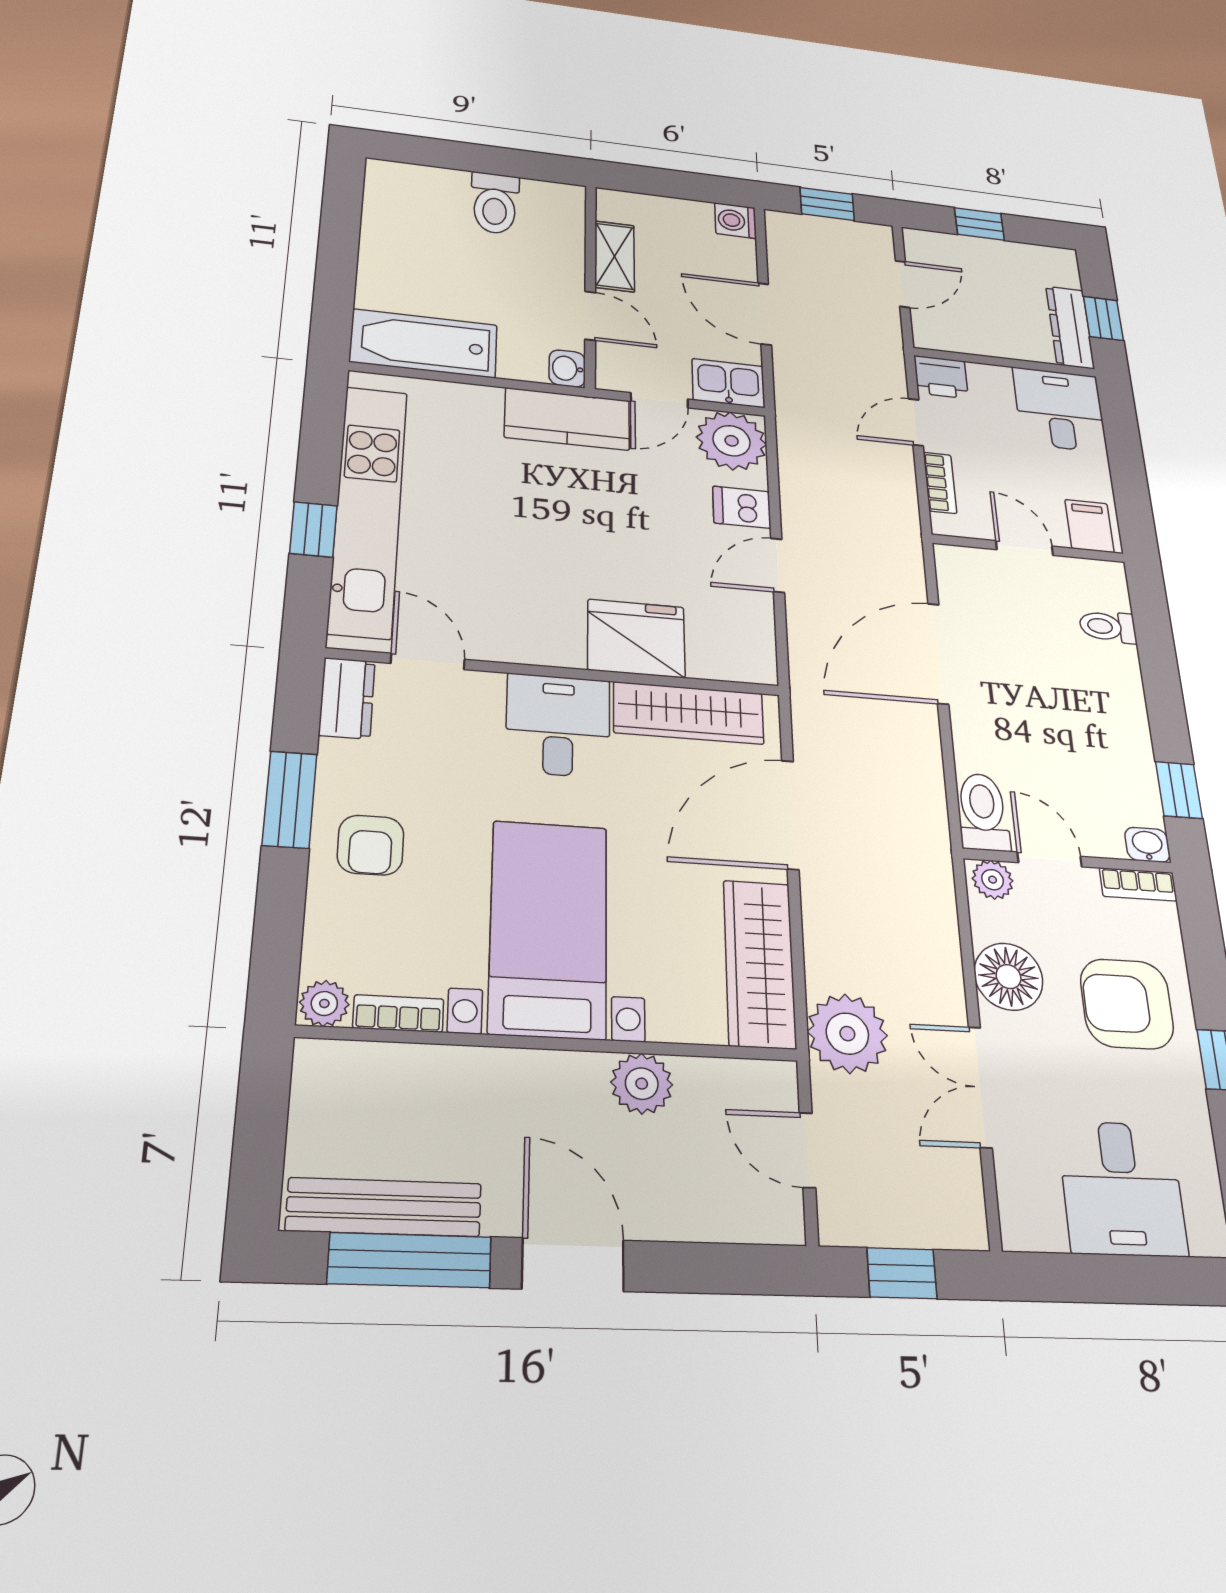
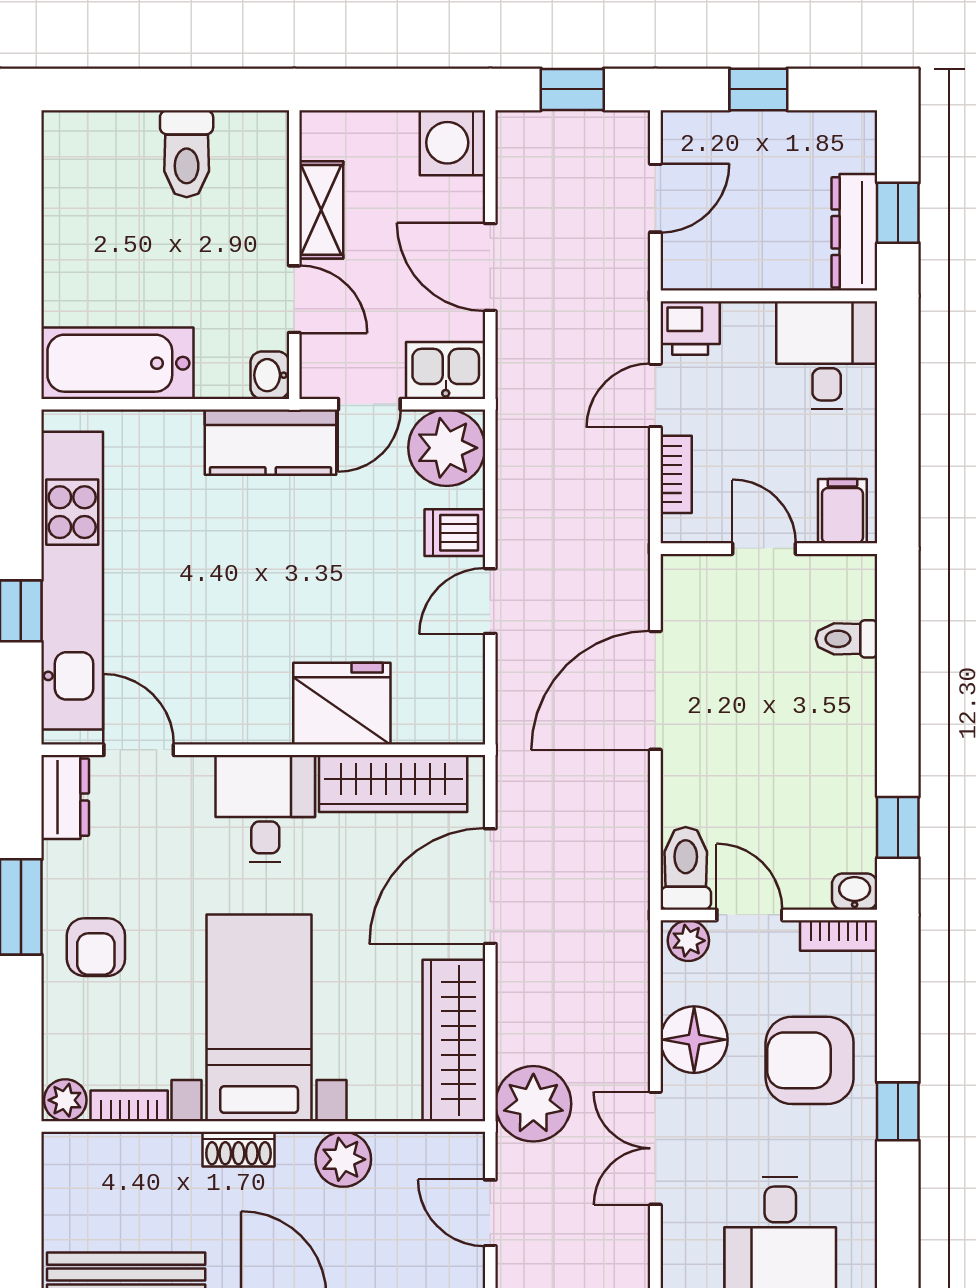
washing machine: (736, 221) -> (453, 143), width x1.38, depth x1.38
shoe rack: (523, 1067) -> (239, 1149), added

